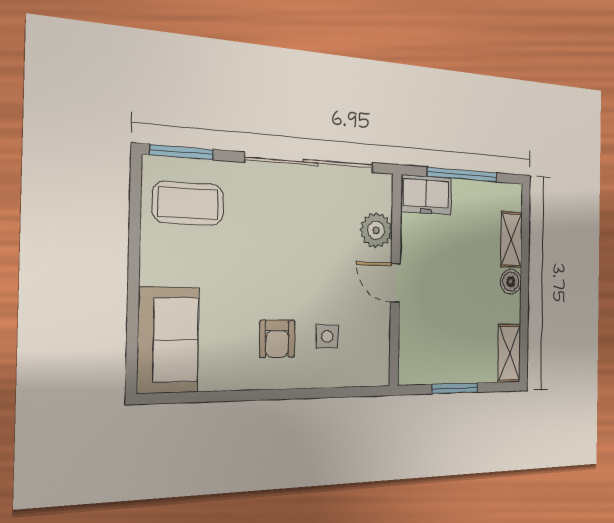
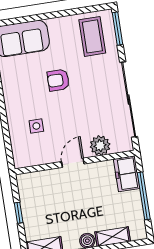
armchair: (277, 339) -> (58, 80), moved
window: (455, 388) -> (19, 213), width x0.67

